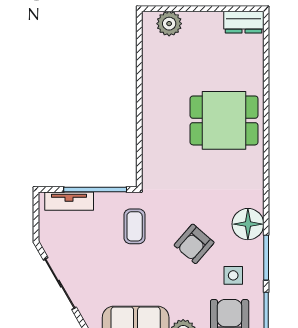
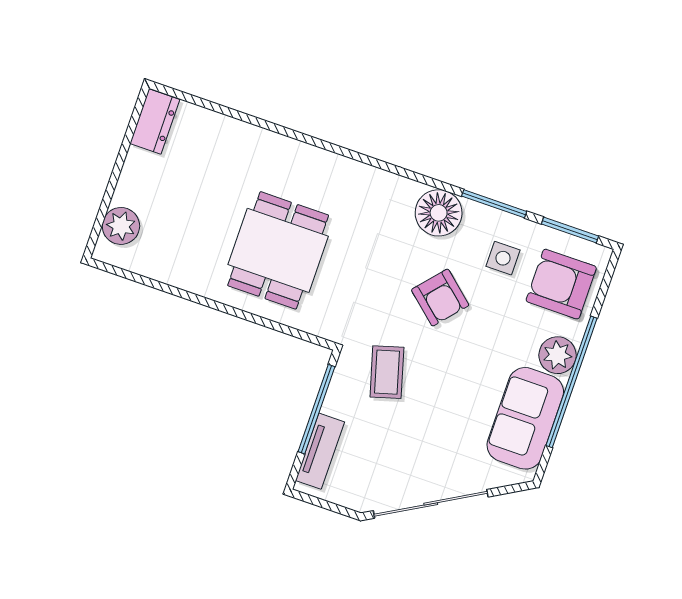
dining table: (224, 120) -> (278, 250), moved
coffee table: (135, 226) -> (387, 372), turned 74
sliding door: (60, 284) -> (431, 504), width x1.37

